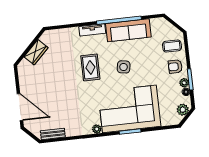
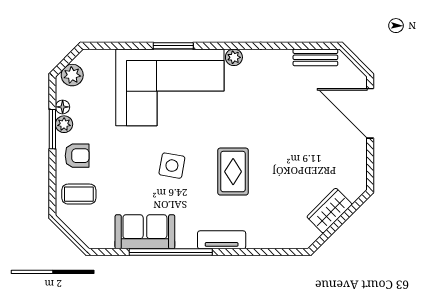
sofa: (128, 30) -> (145, 232), width x0.73

